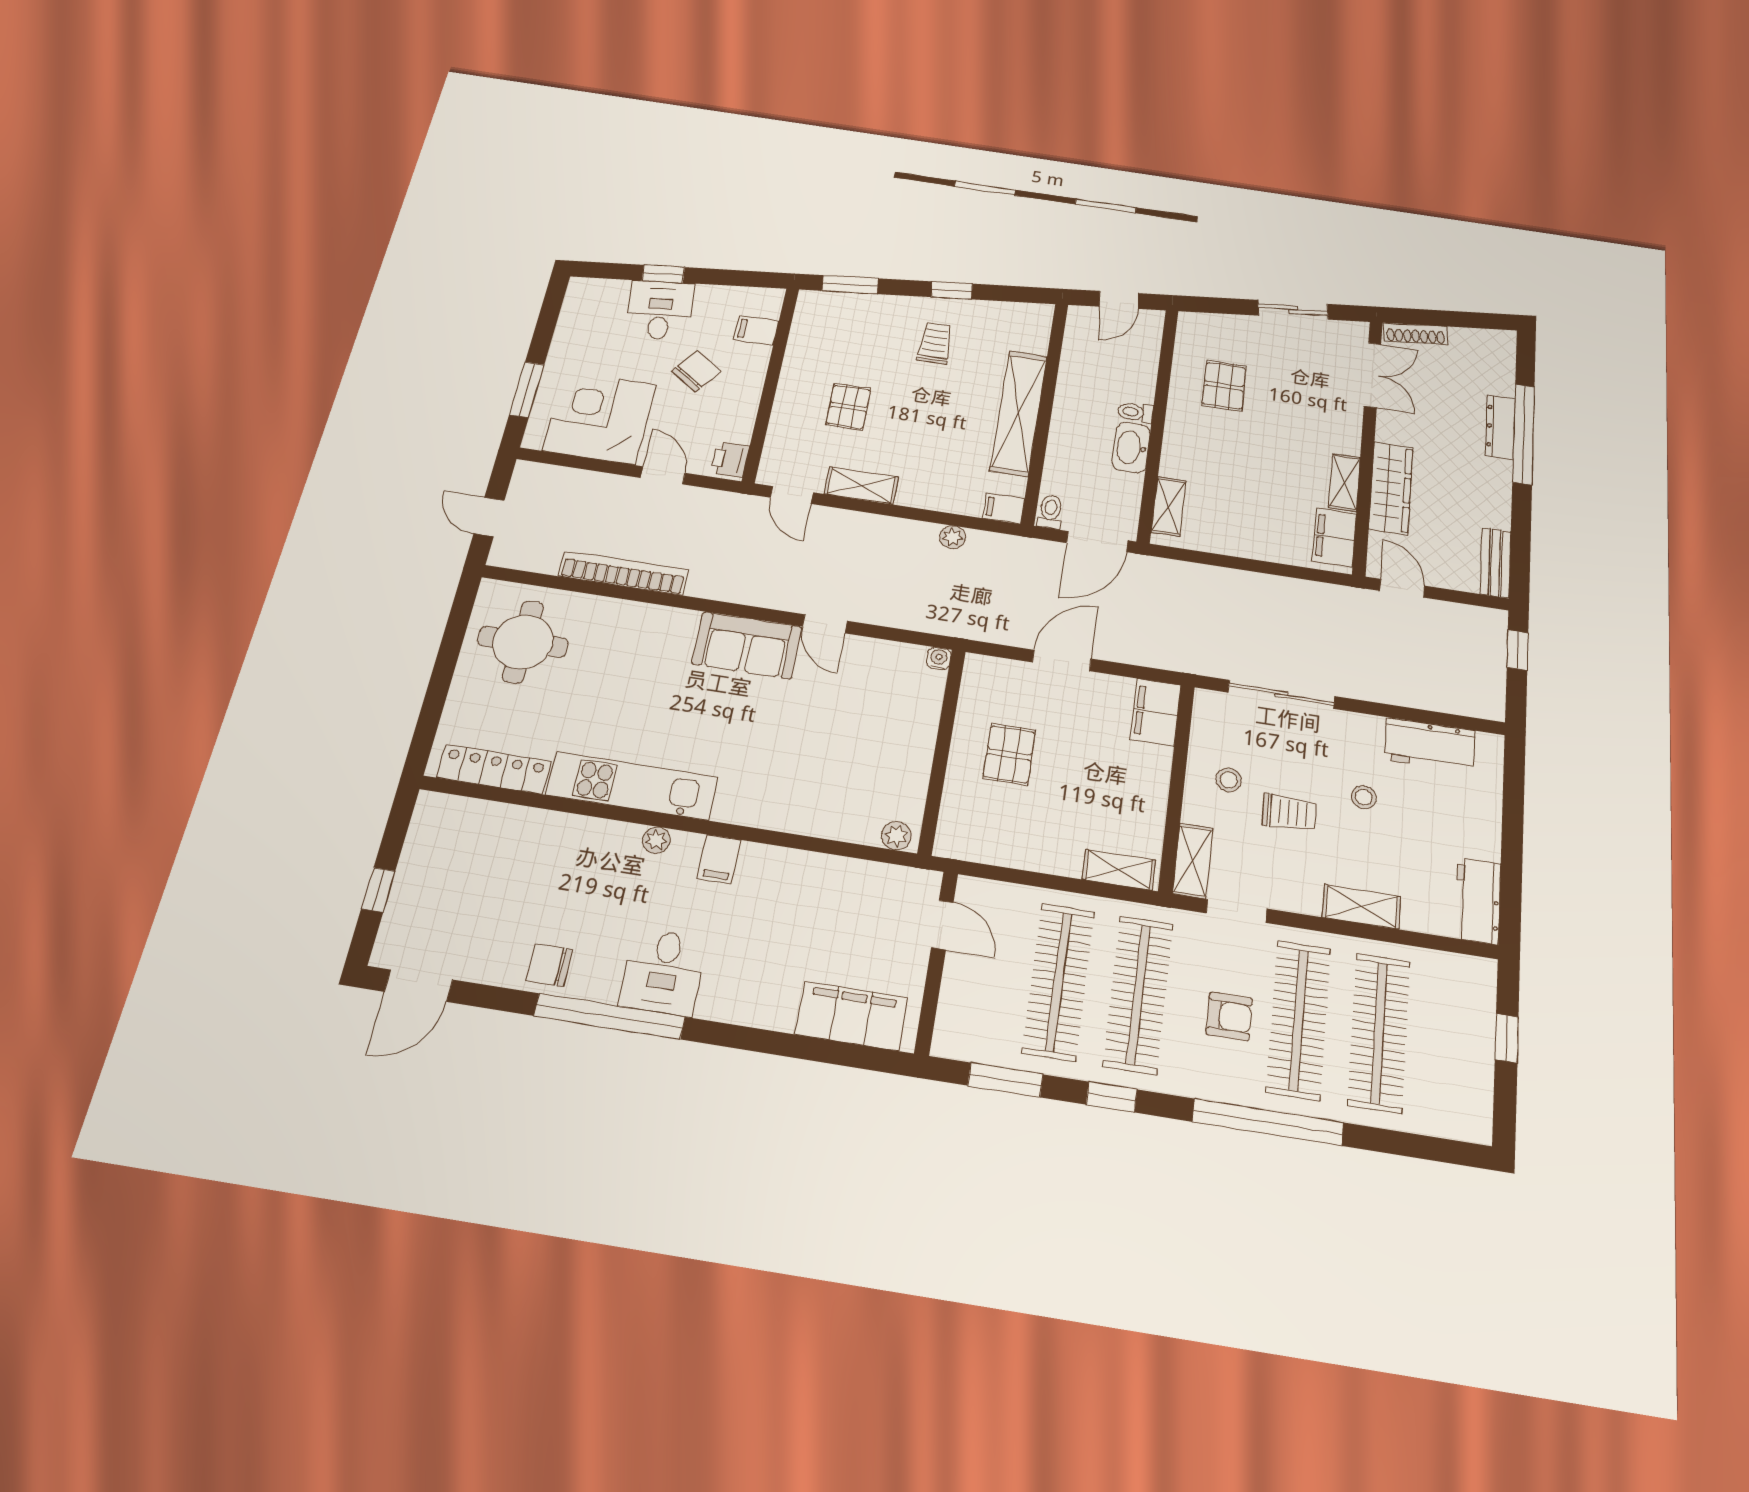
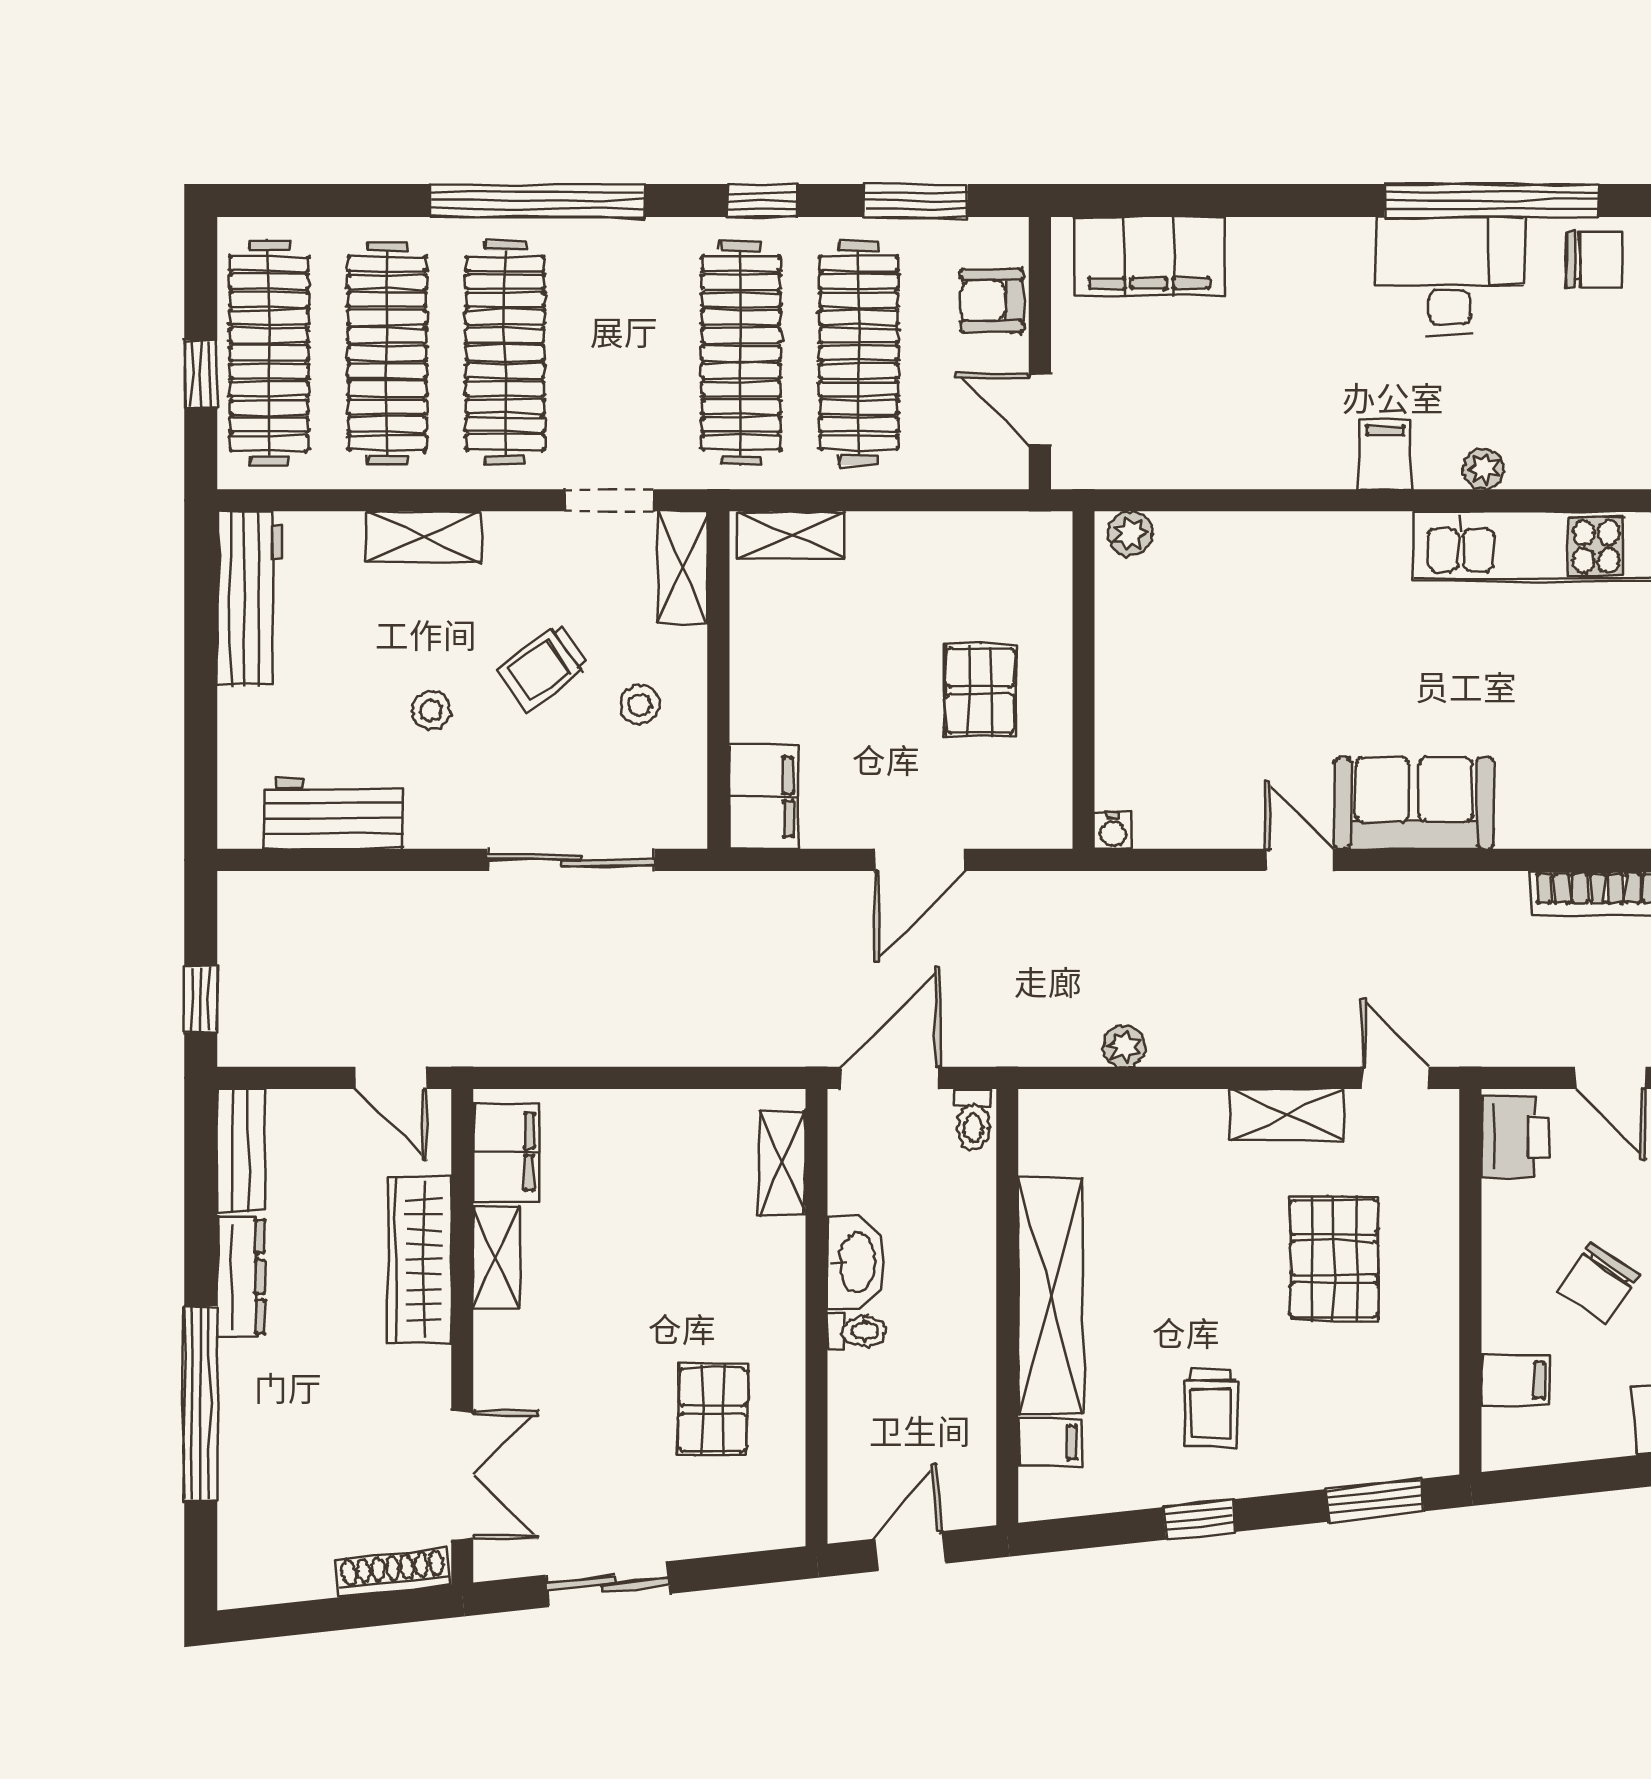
double door: (1373, 375) -> (462, 1475), swing flipped
pallet: (848, 407) -> (1334, 1258), width x1.50, depth x1.42
dresser: (1500, 427) -> (241, 1277), moved
printer: (730, 459) -> (1515, 1137), width x1.36, depth x1.24
filing cabinet: (1004, 508) -> (1050, 1442), moved
trolley: (1289, 812) -> (543, 667), turned -35
workbench: (1478, 901) -> (250, 598), width x1.38
desk: (663, 972) -> (1450, 276), width x1.37
armchair: (1229, 1016) -> (992, 301), moved
clothes rail: (1459, 1045) -> (269, 353), added

